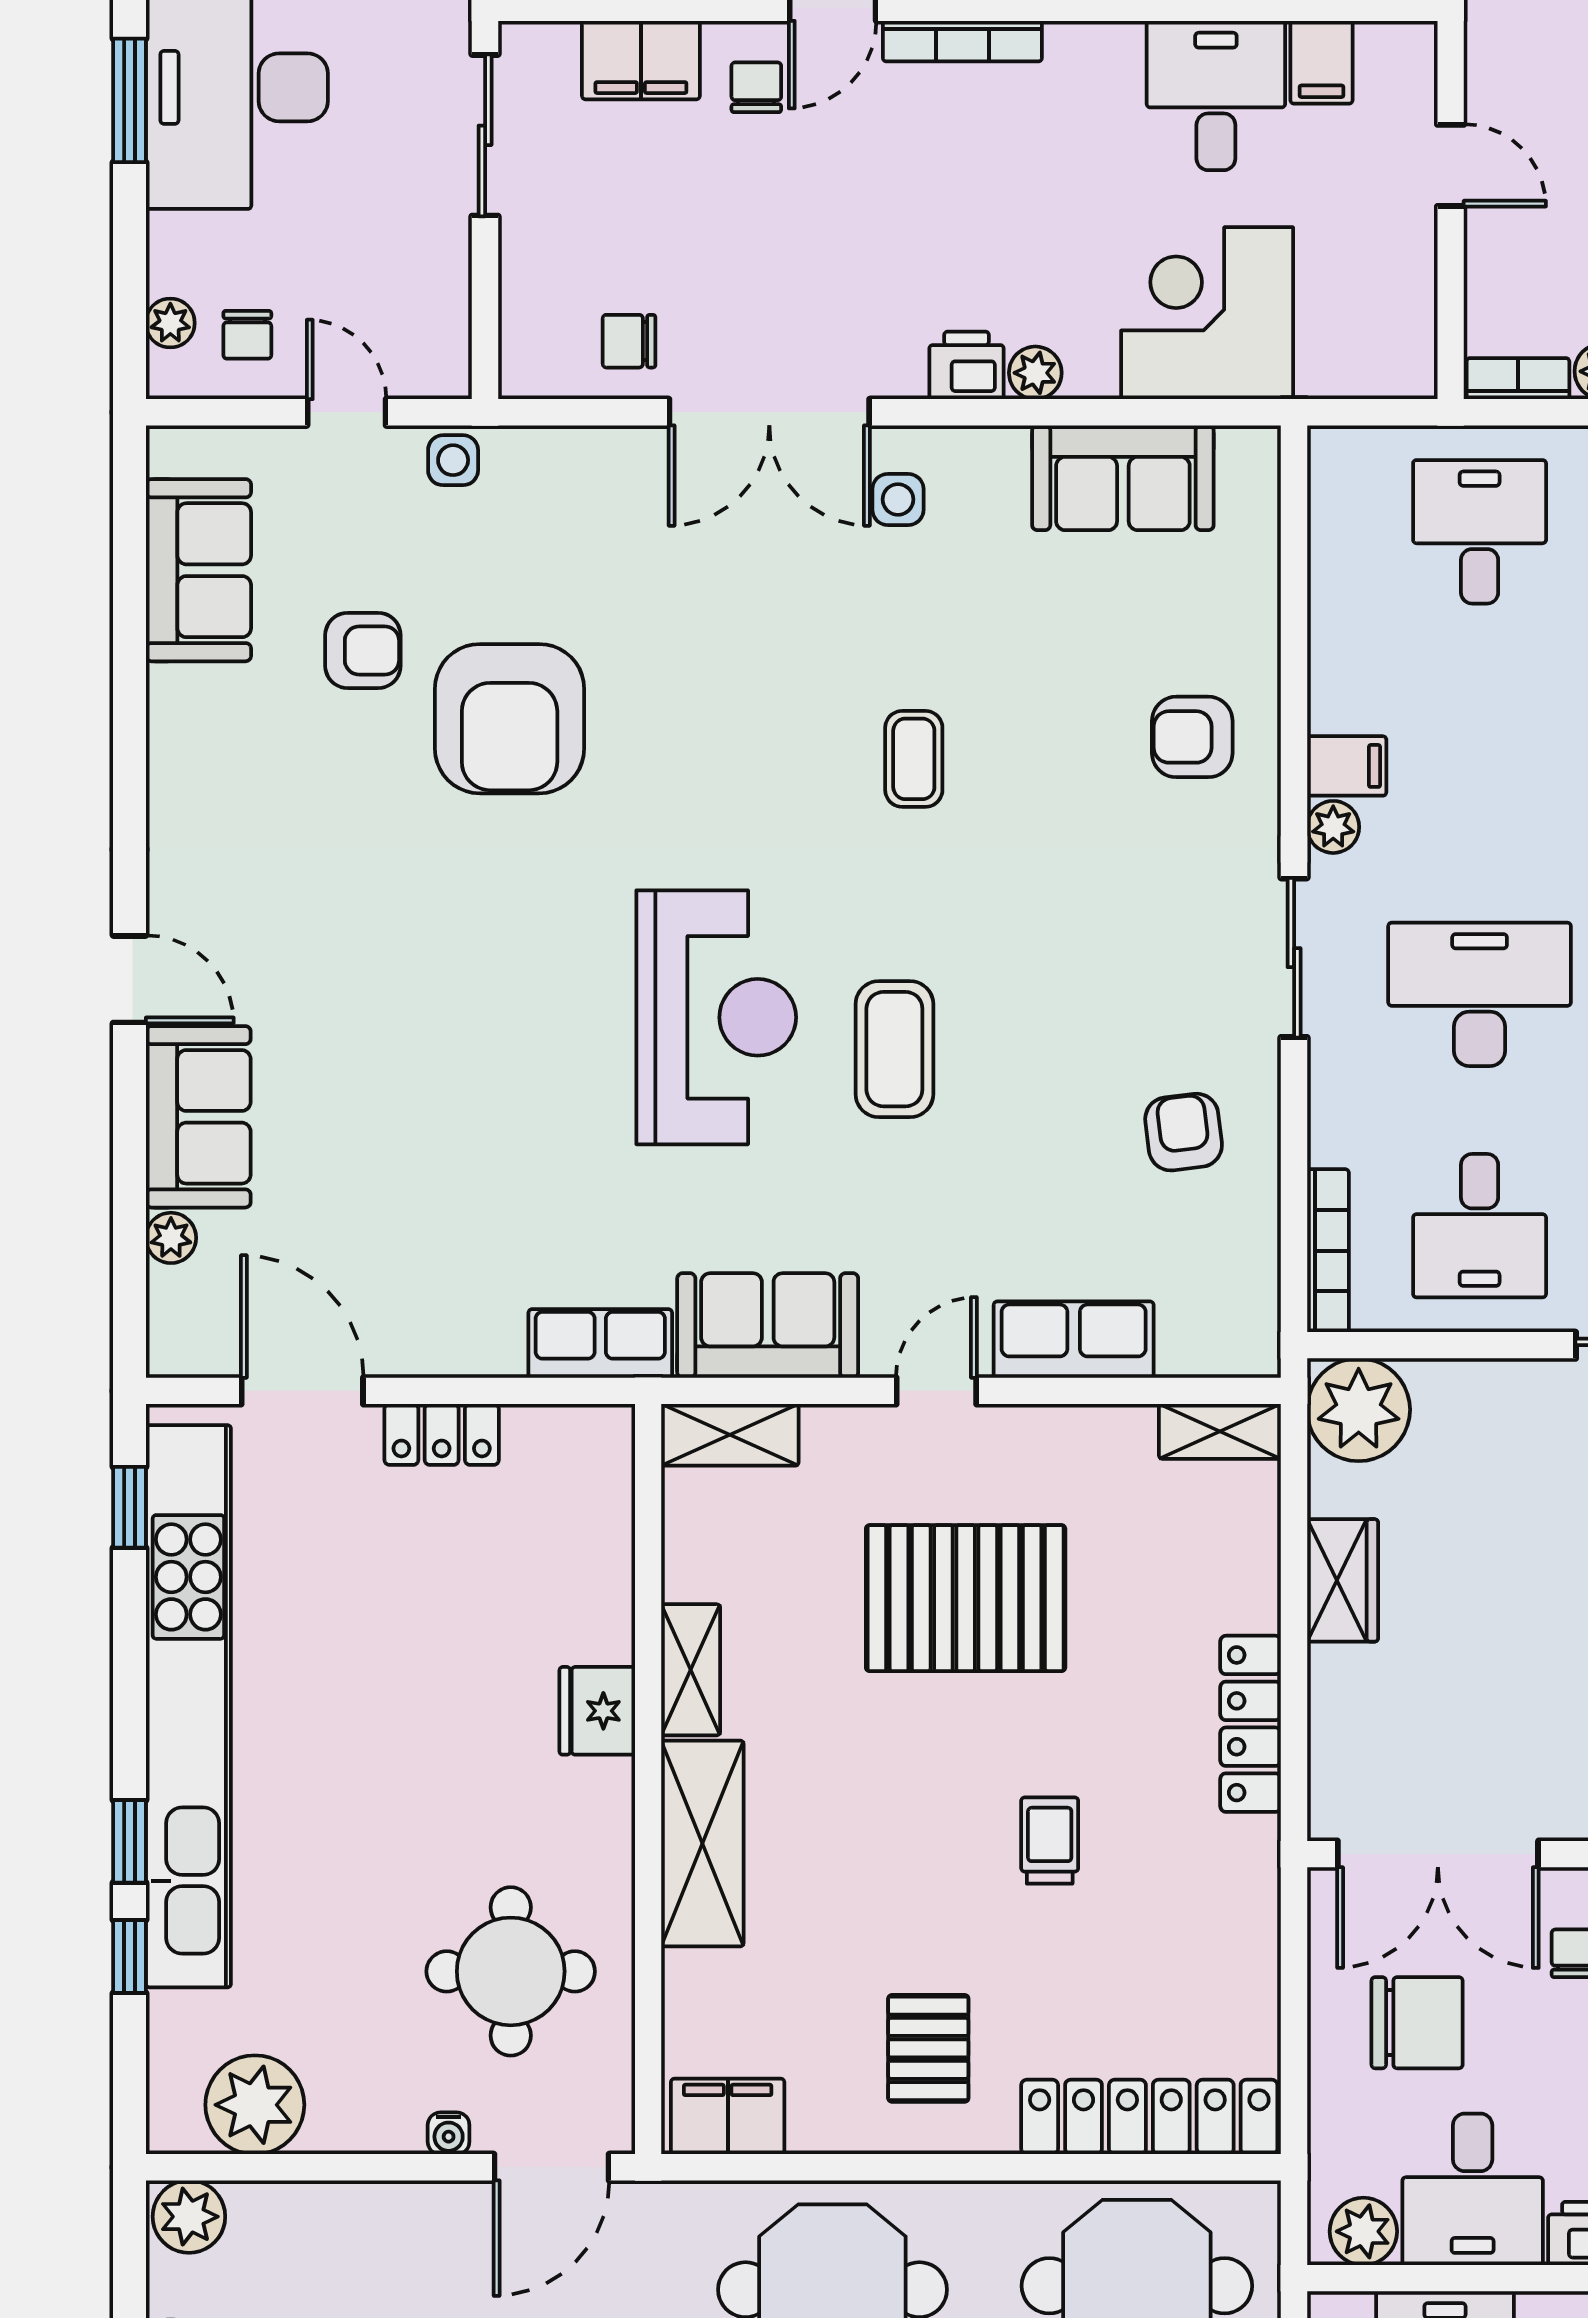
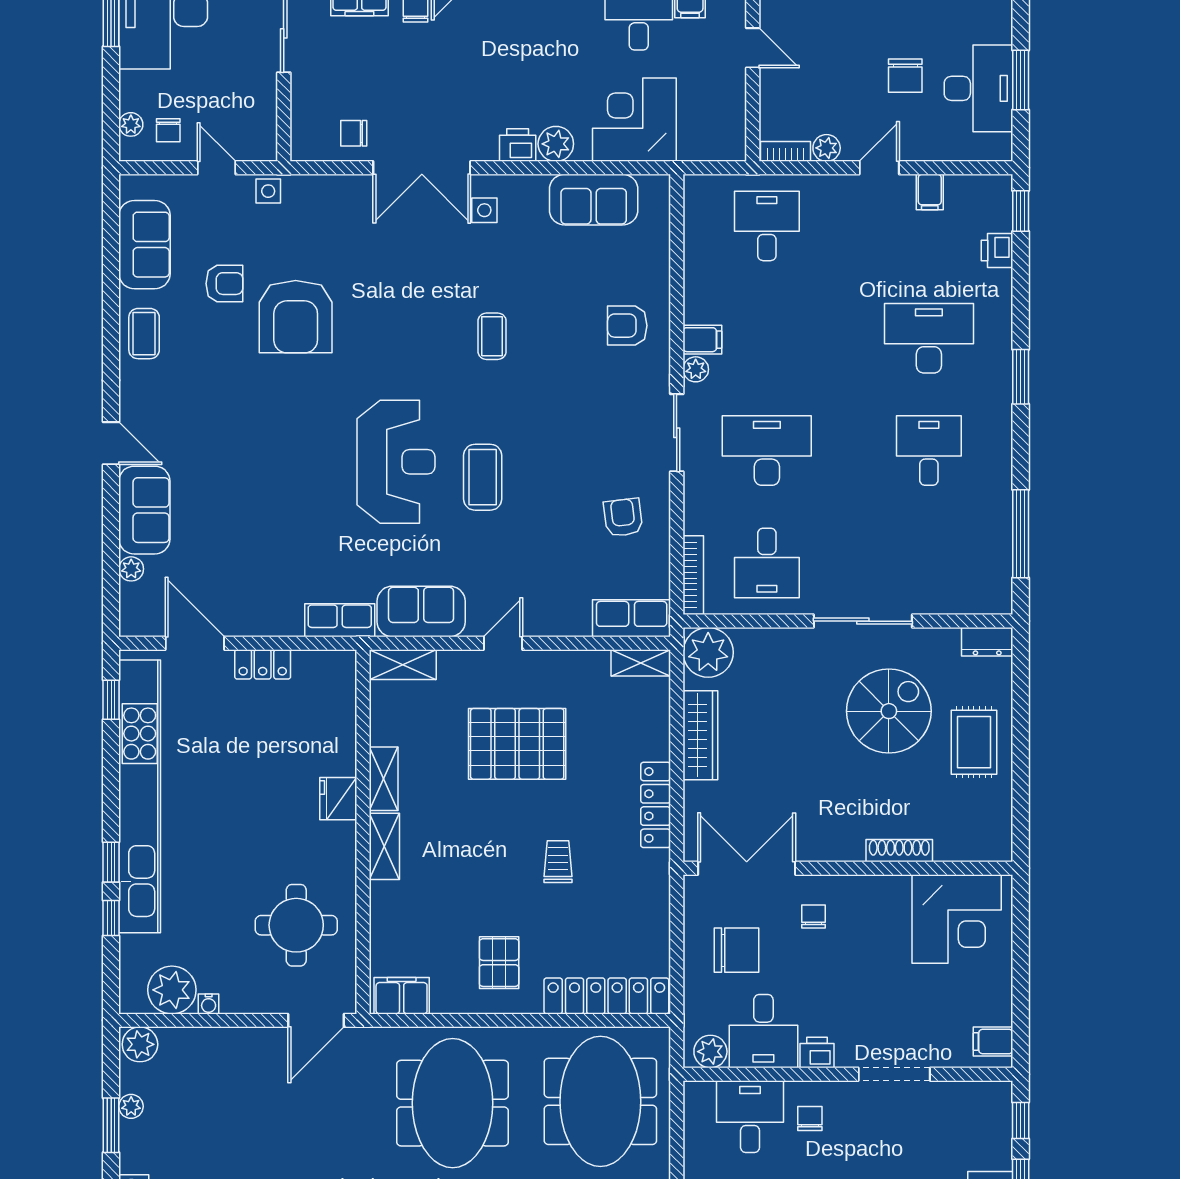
plant: (1035, 373) -> (556, 144), width x1.38, depth x1.38
coffee table: (197, 753) -> (144, 334), added
row of seats: (1074, 1340) -> (632, 618), moved
wardrobe: (1343, 1580) -> (700, 735), width x1.50
shelving: (702, 1843) -> (384, 846), width x0.67, depth x0.75
double door: (1438, 1854) -> (747, 868), swing flipped
water cooler: (449, 2133) -> (209, 1004), moved

